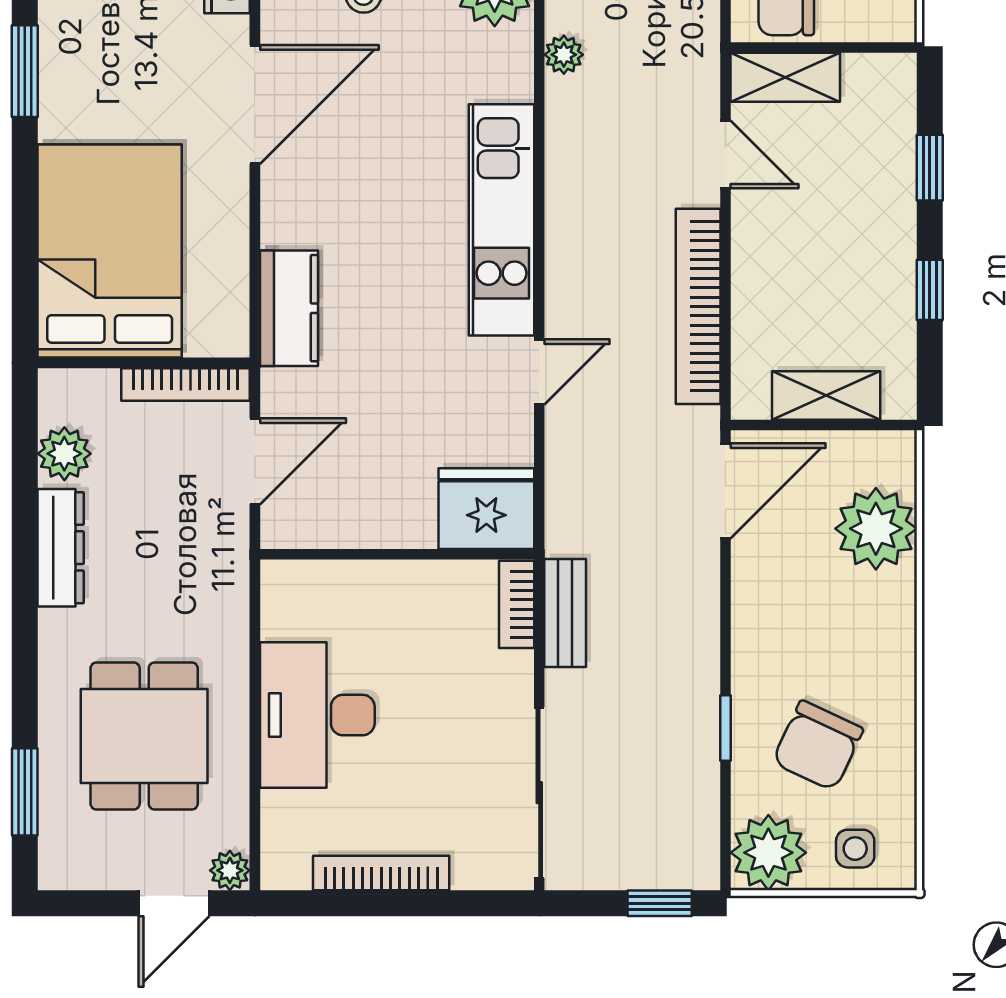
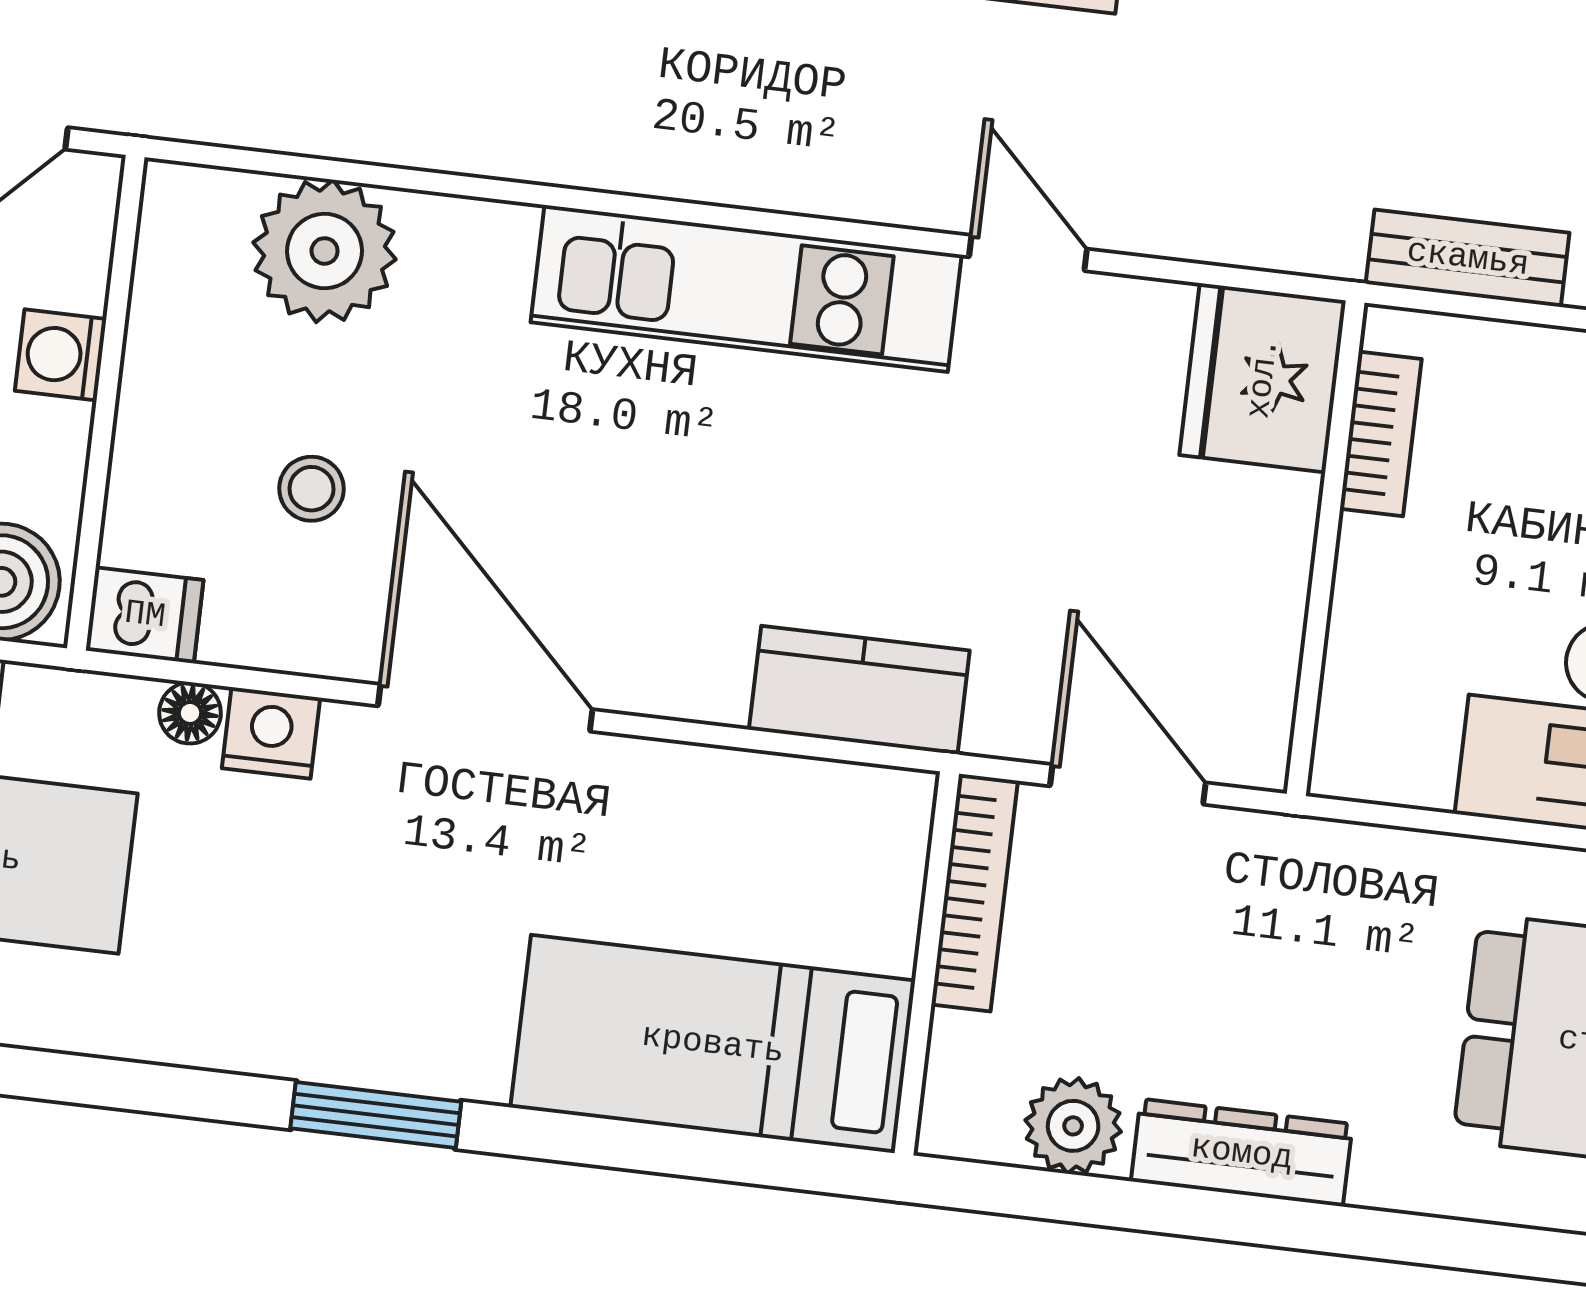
plant: (564, 55) -> (462, 141), removed
bed: (110, 251) -> (713, 1044), width x0.67
bookcase: (517, 604) -> (1381, 434), moved, turned -90

